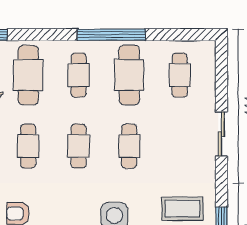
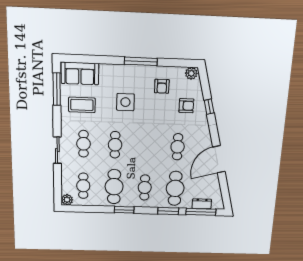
window: (38, 35) -> (168, 211), added
window: (111, 35) -> (124, 210), width x0.47
plant: (206, 50) -> (67, 200), added
cafe table: (79, 146) -> (83, 144), moved

